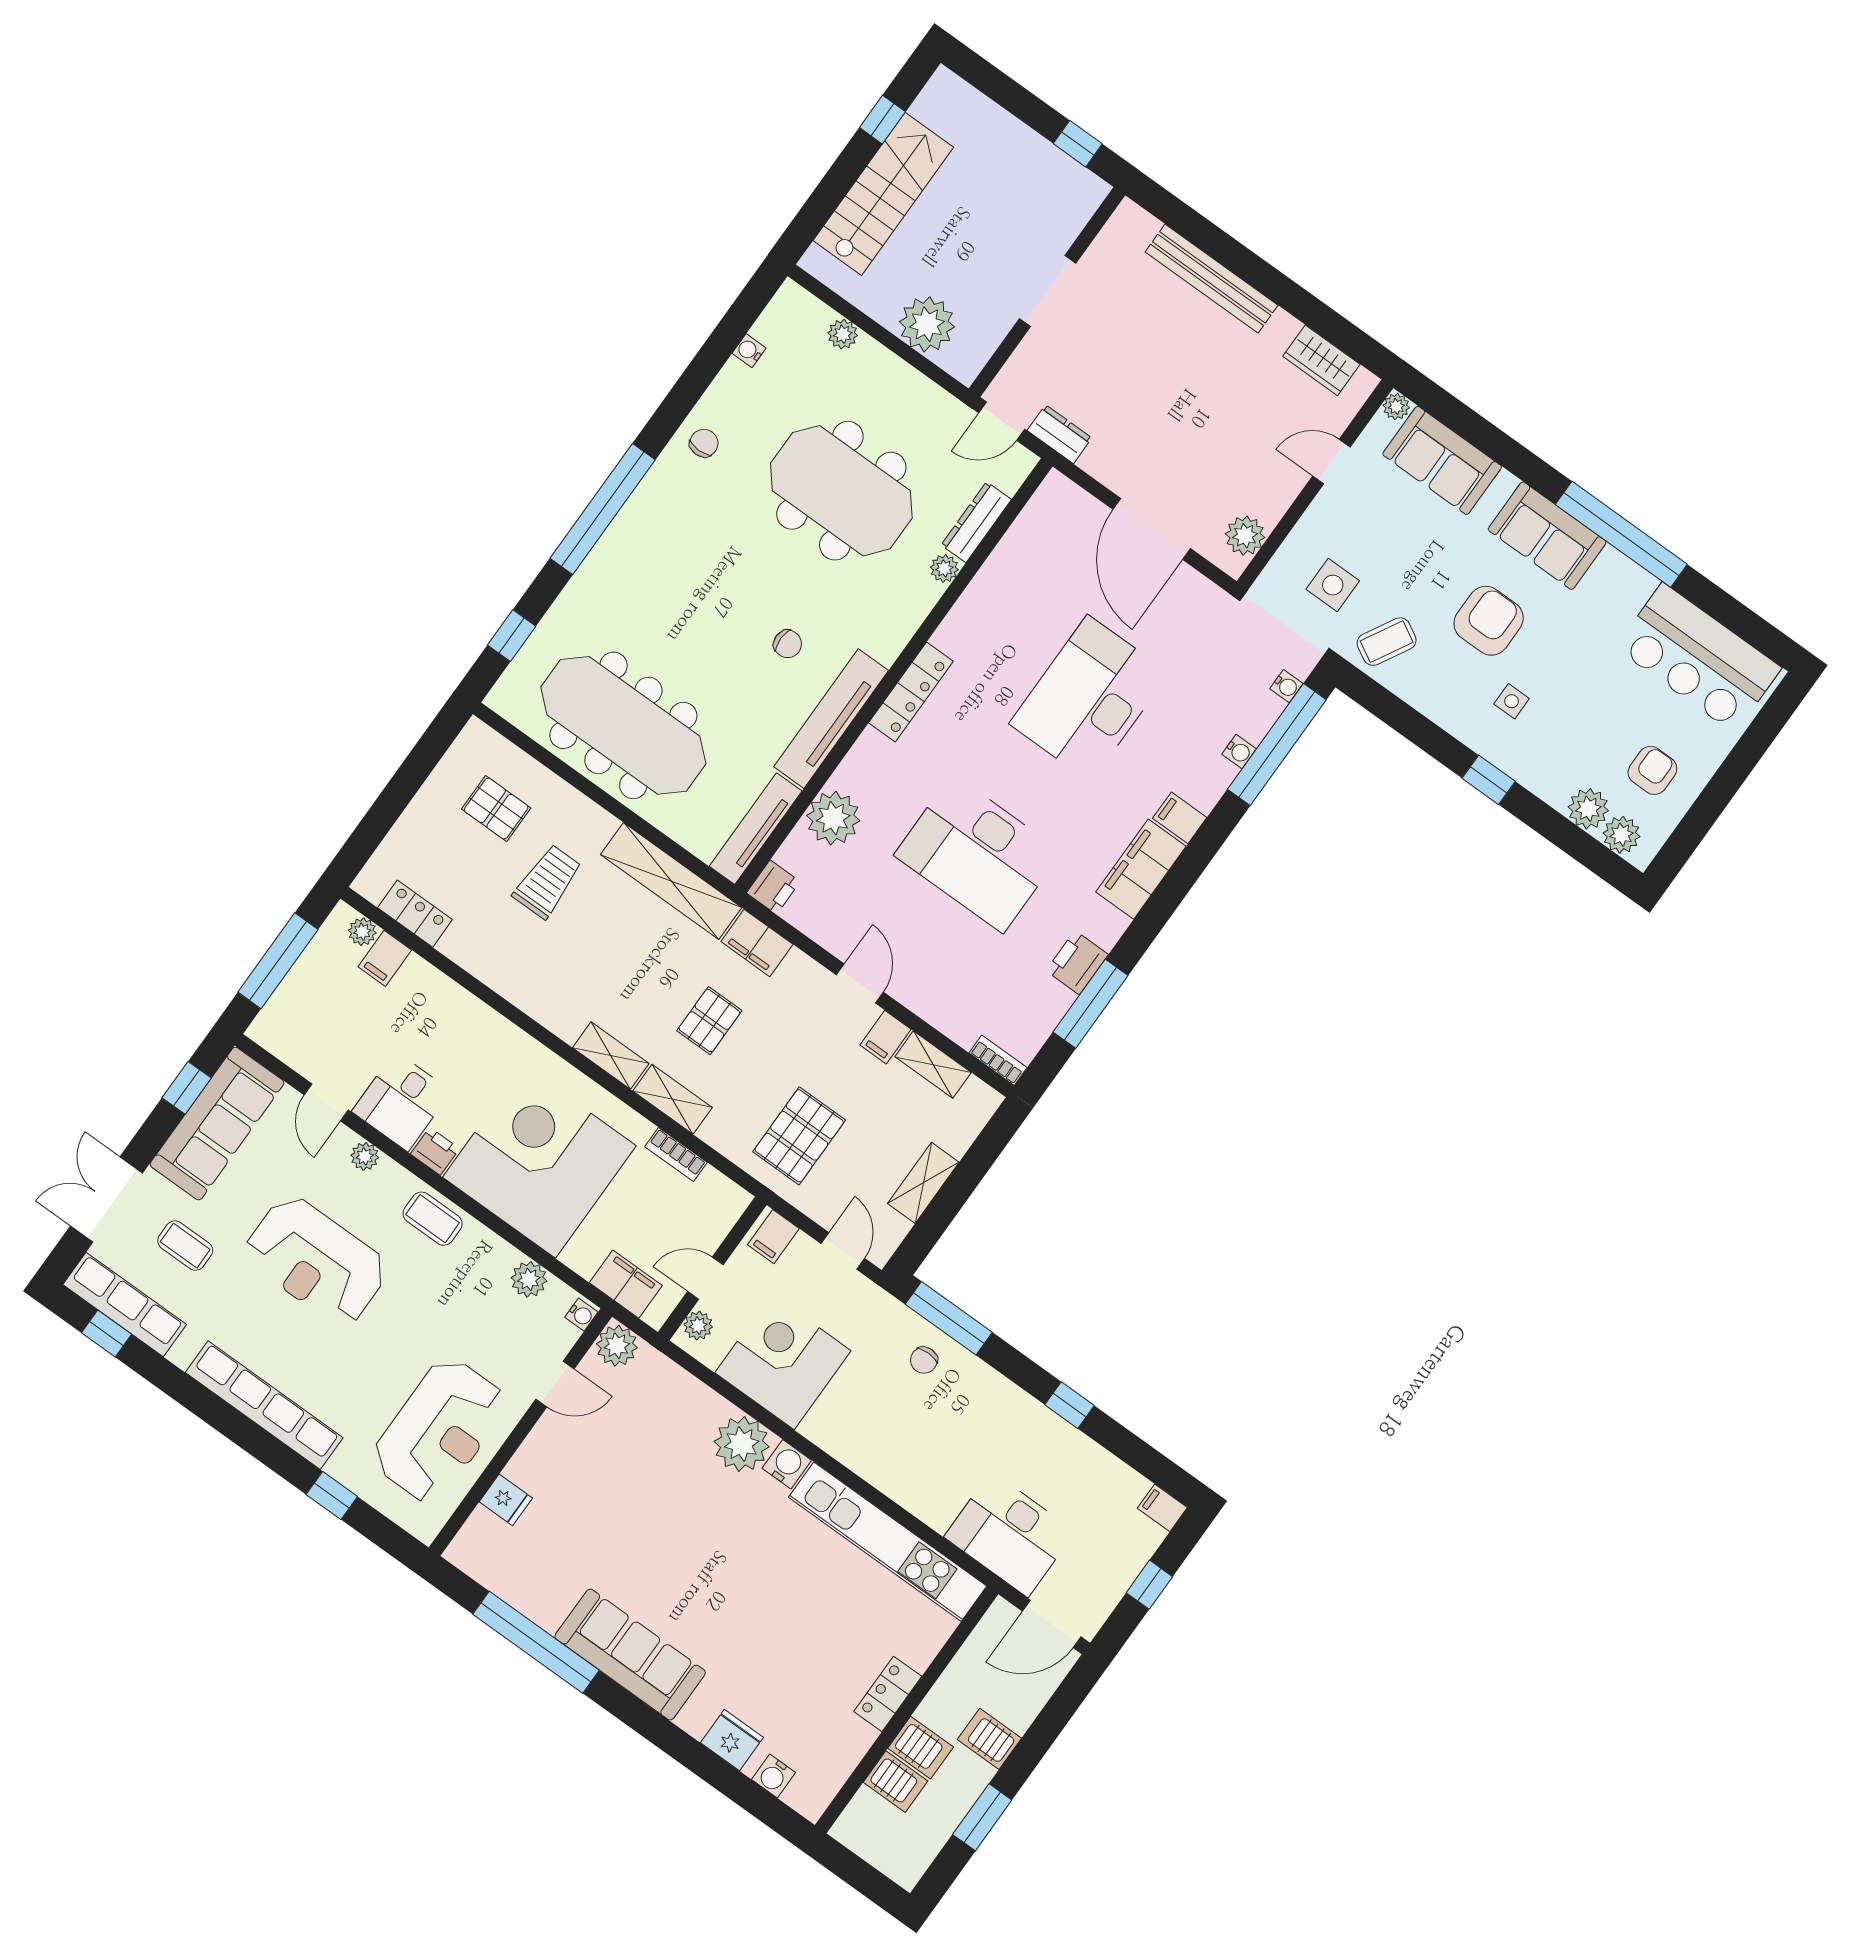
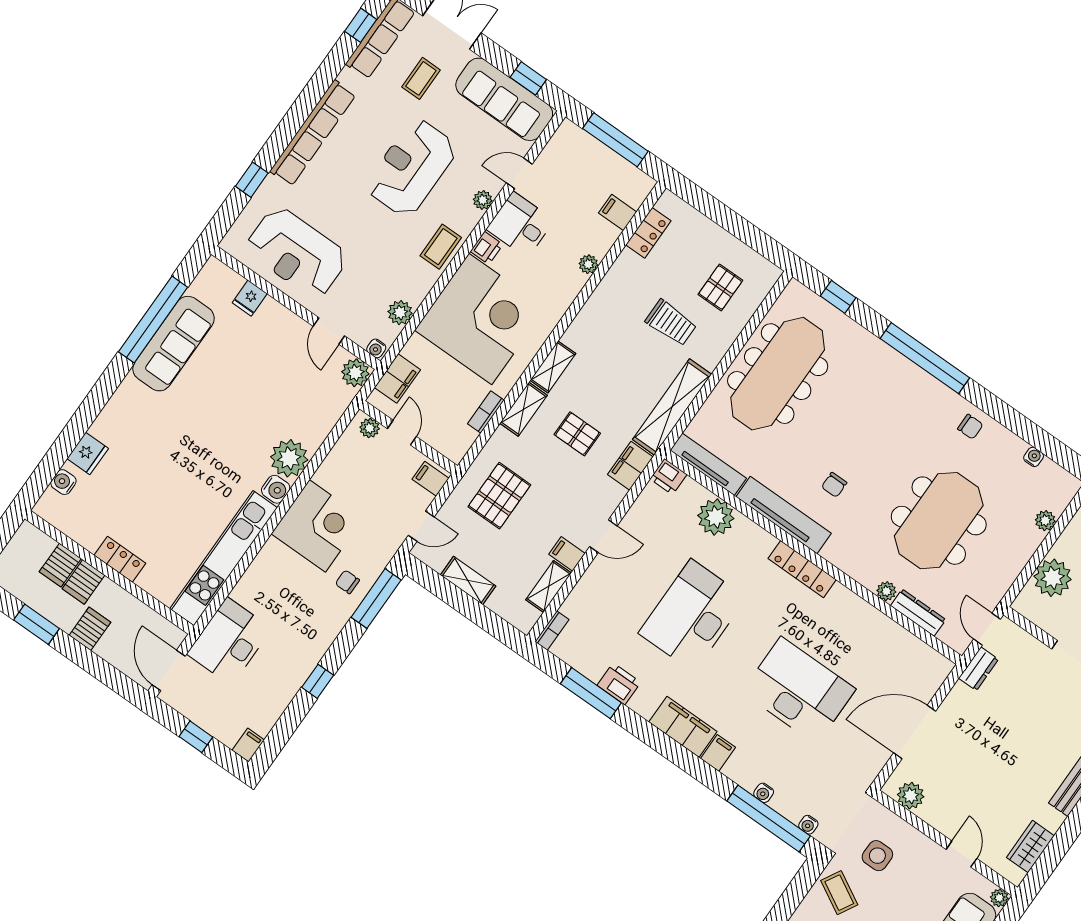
plant: (362, 932) -> (588, 264), moved
pallet: (799, 1136) -> (499, 496), turned 90
corner desk: (783, 1362) -> (317, 526), moved
sofa: (630, 1655) -> (174, 344), moved

